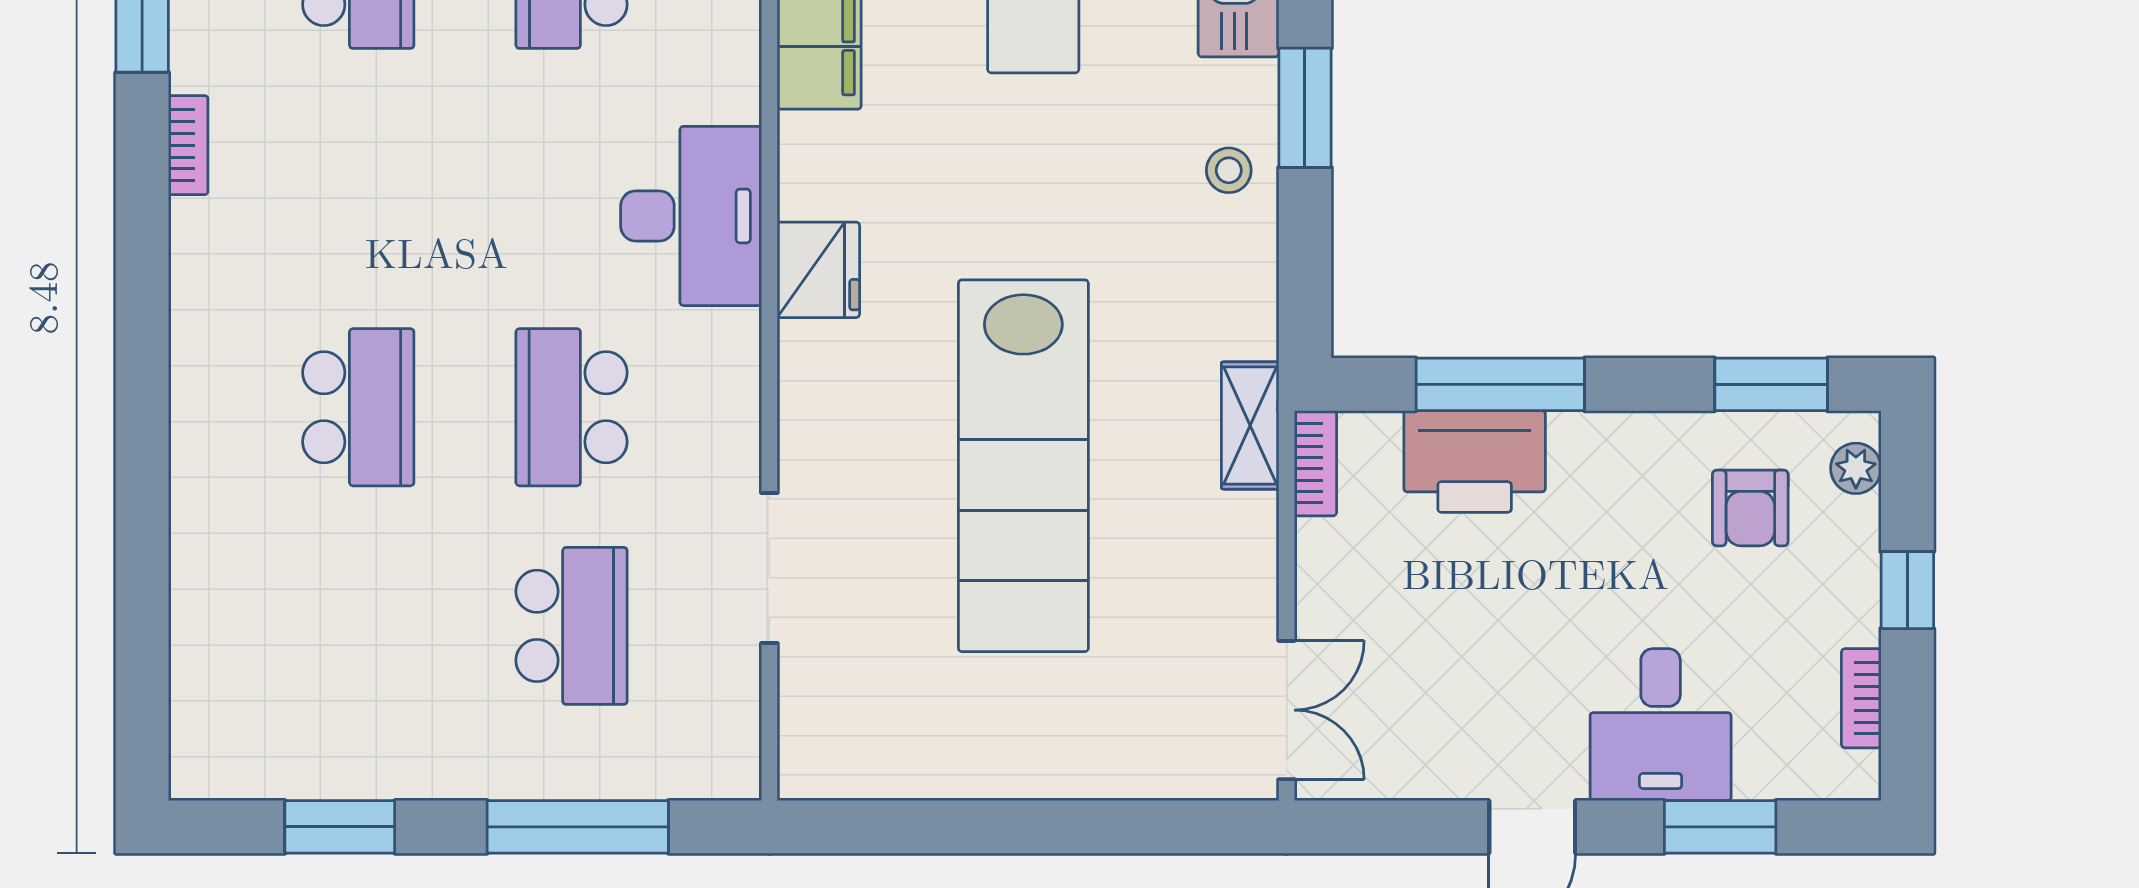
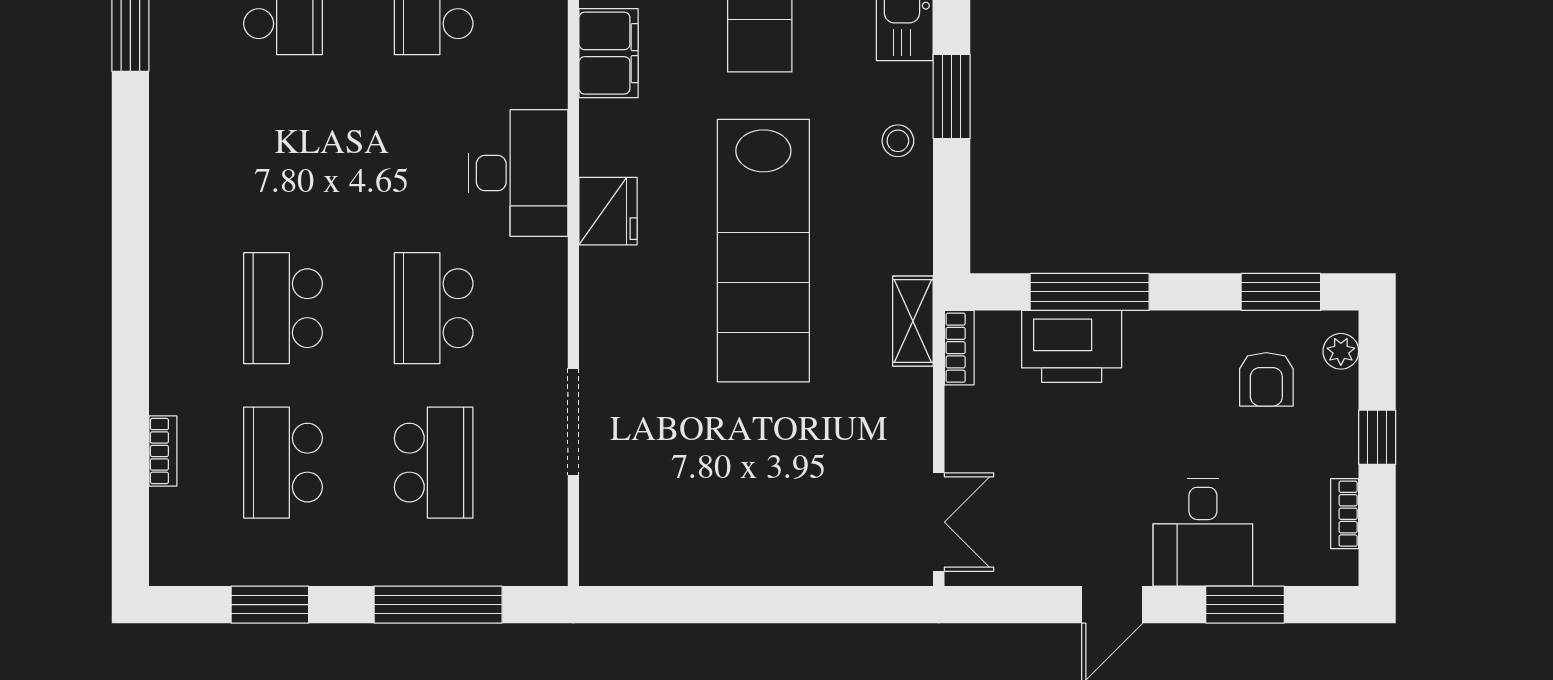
bookcase: (188, 145) -> (163, 451), moved
school desk: (358, 407) -> (283, 308), turned 180
lab bench: (1023, 466) -> (763, 251), moved
school desk: (358, 626) -> (283, 463), added

